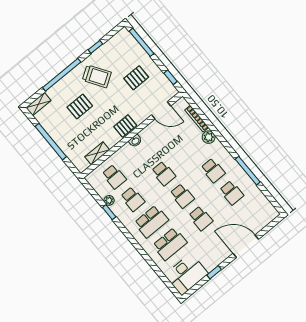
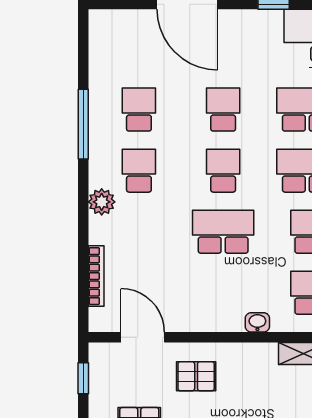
pallet: (125, 126) -> (196, 376), moved
plant: (209, 137) -> (102, 202), moved
washbasin: (135, 141) -> (257, 322), moved
school desk: (164, 174) -> (223, 232), width x1.85

